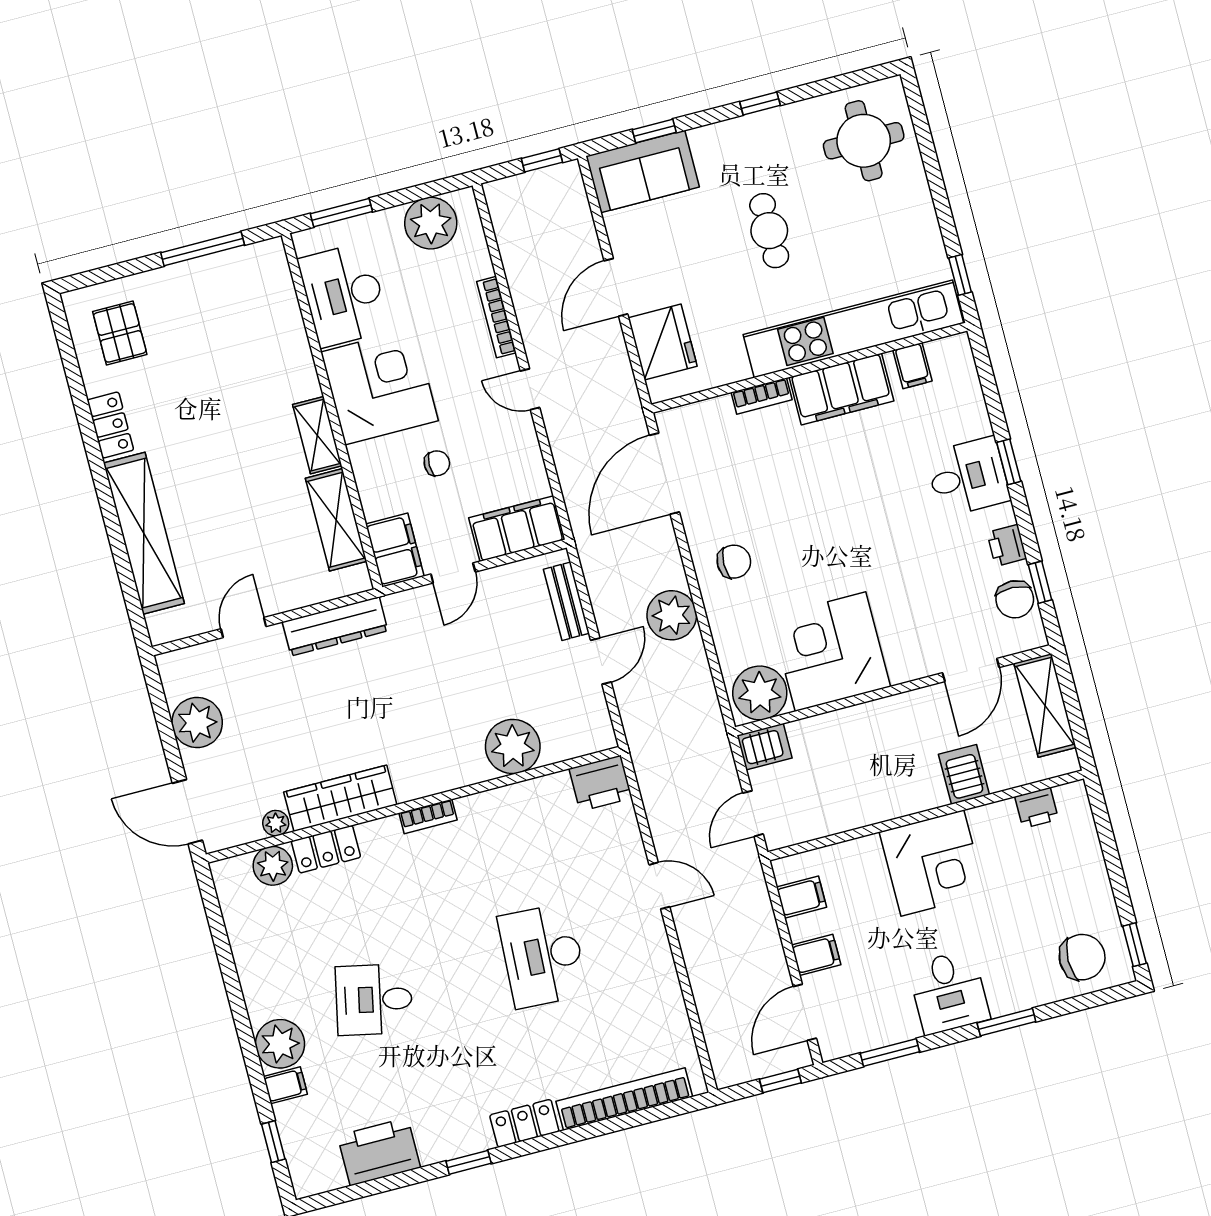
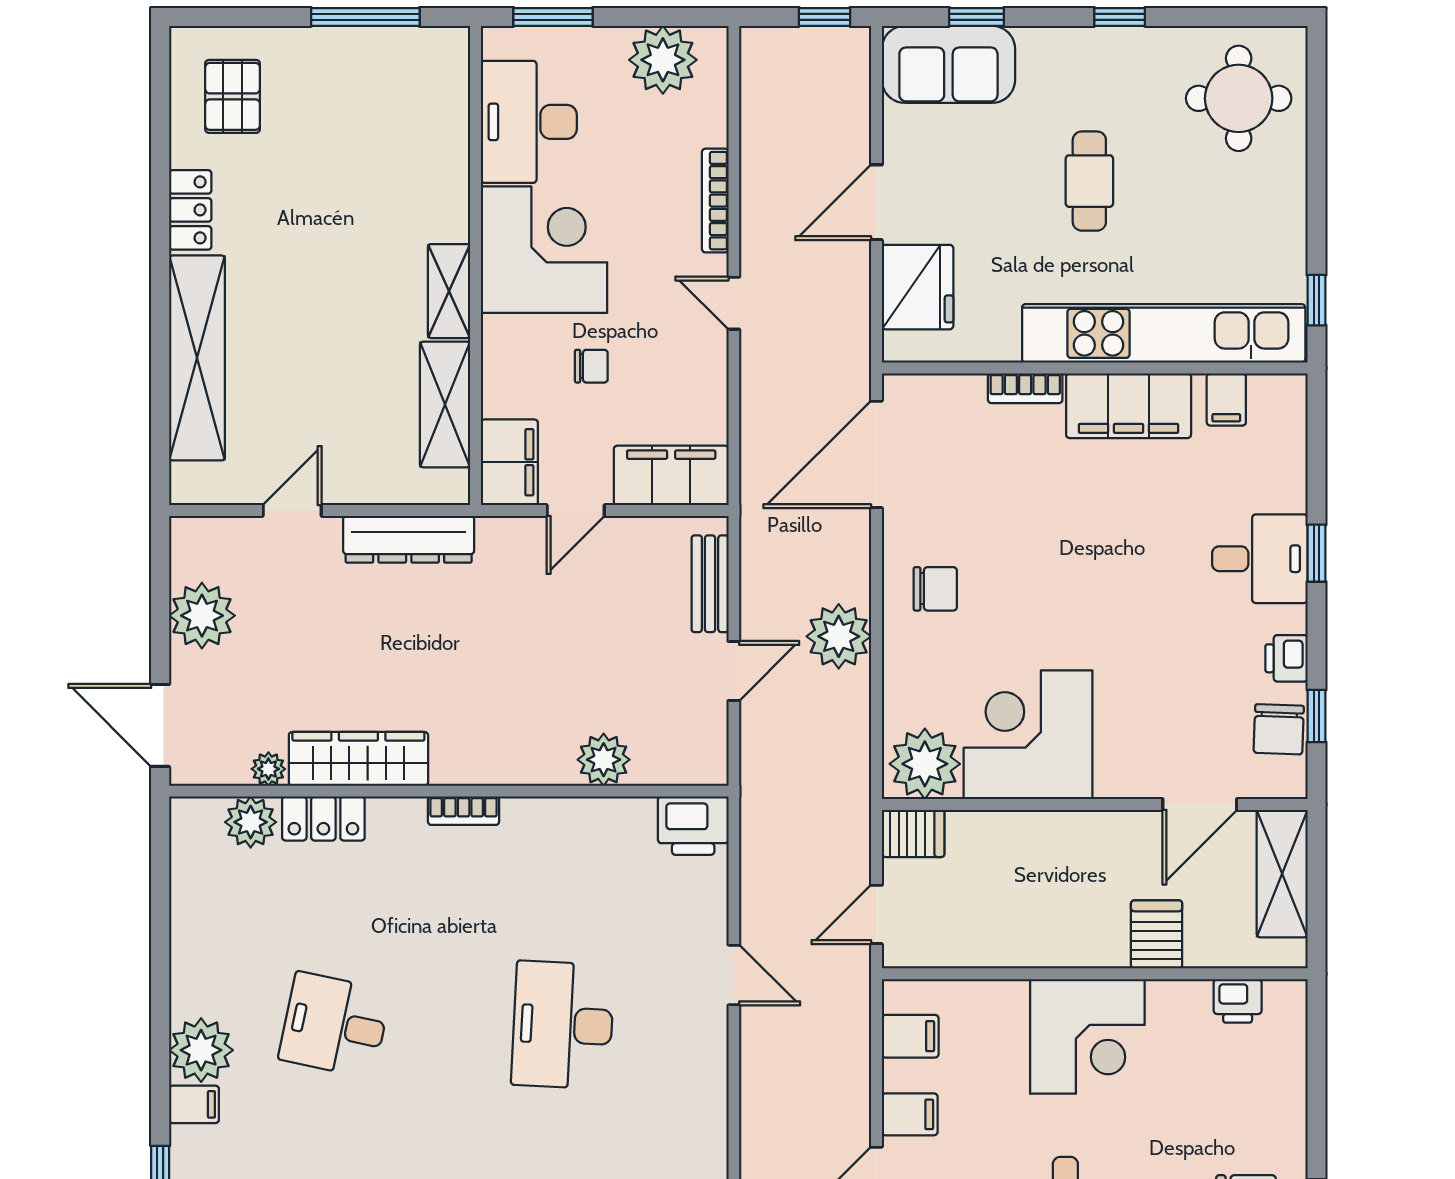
plant: (513, 746) -> (604, 760), width x0.73, depth x0.73

